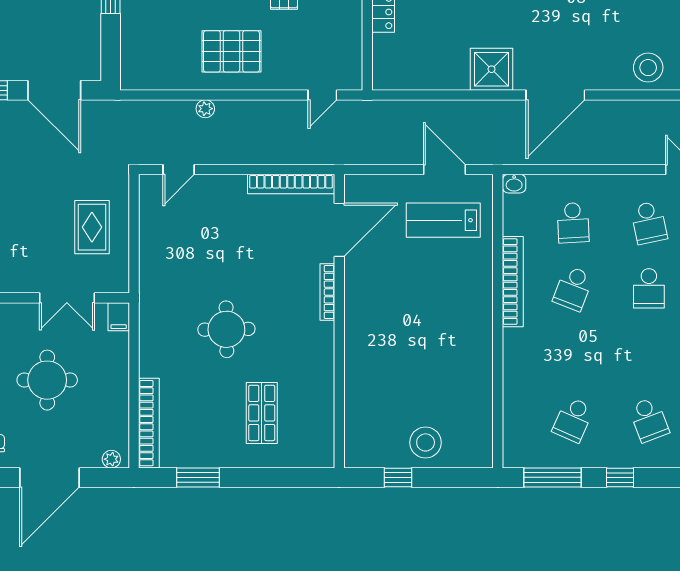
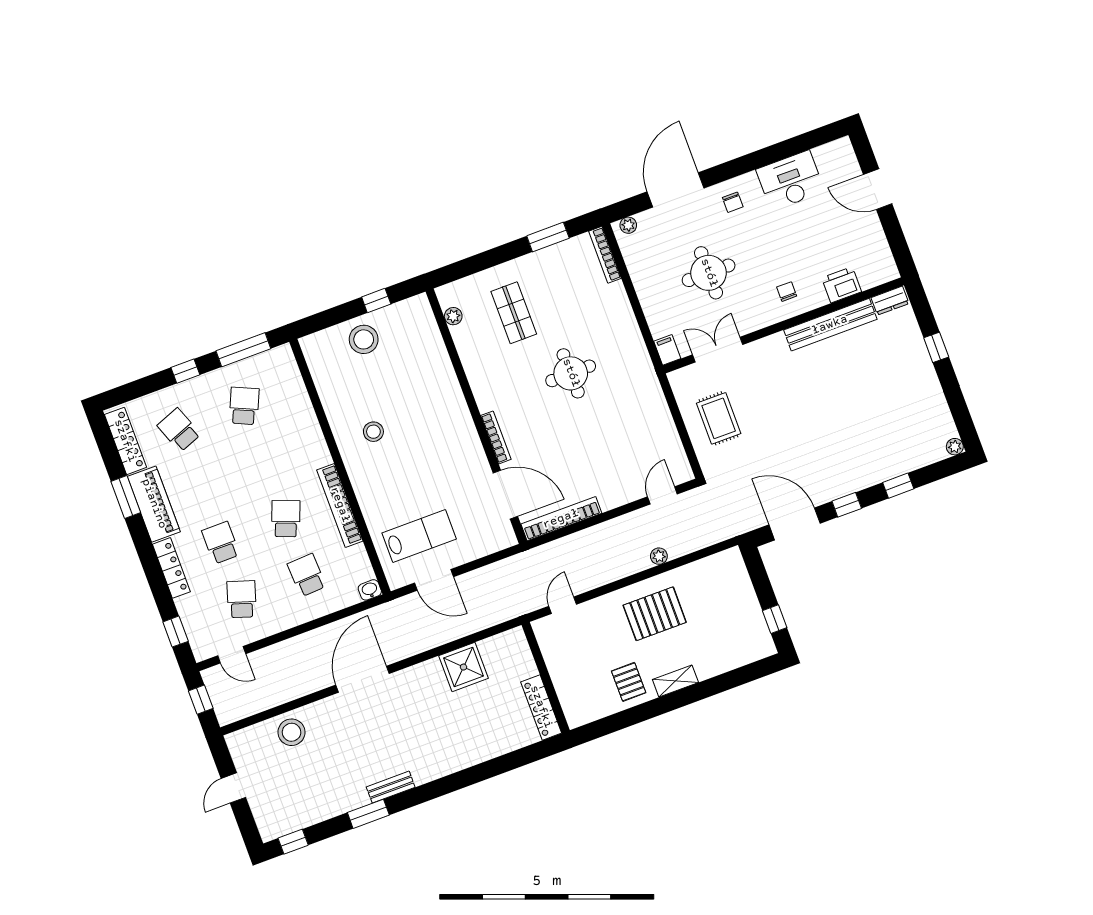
shower: (492, 69) -> (463, 667), moved
school desk: (649, 223) -> (242, 599), turned 30
door: (339, 230) -> (505, 495), swing flipped
stool: (450, 344) -> (373, 432), added
bookcase: (149, 423) -> (605, 255), width x0.68, depth x0.76
plant: (325, 432) -> (453, 316), added

